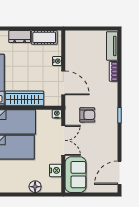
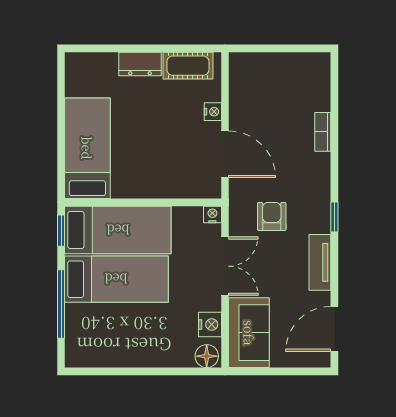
tv unit: (112, 46) -> (320, 262), moved
wardrobe: (24, 98) -> (149, 184), removed
armchair: (87, 115) -> (272, 216), turned -90
floor lamp: (35, 187) -> (207, 356), moved

